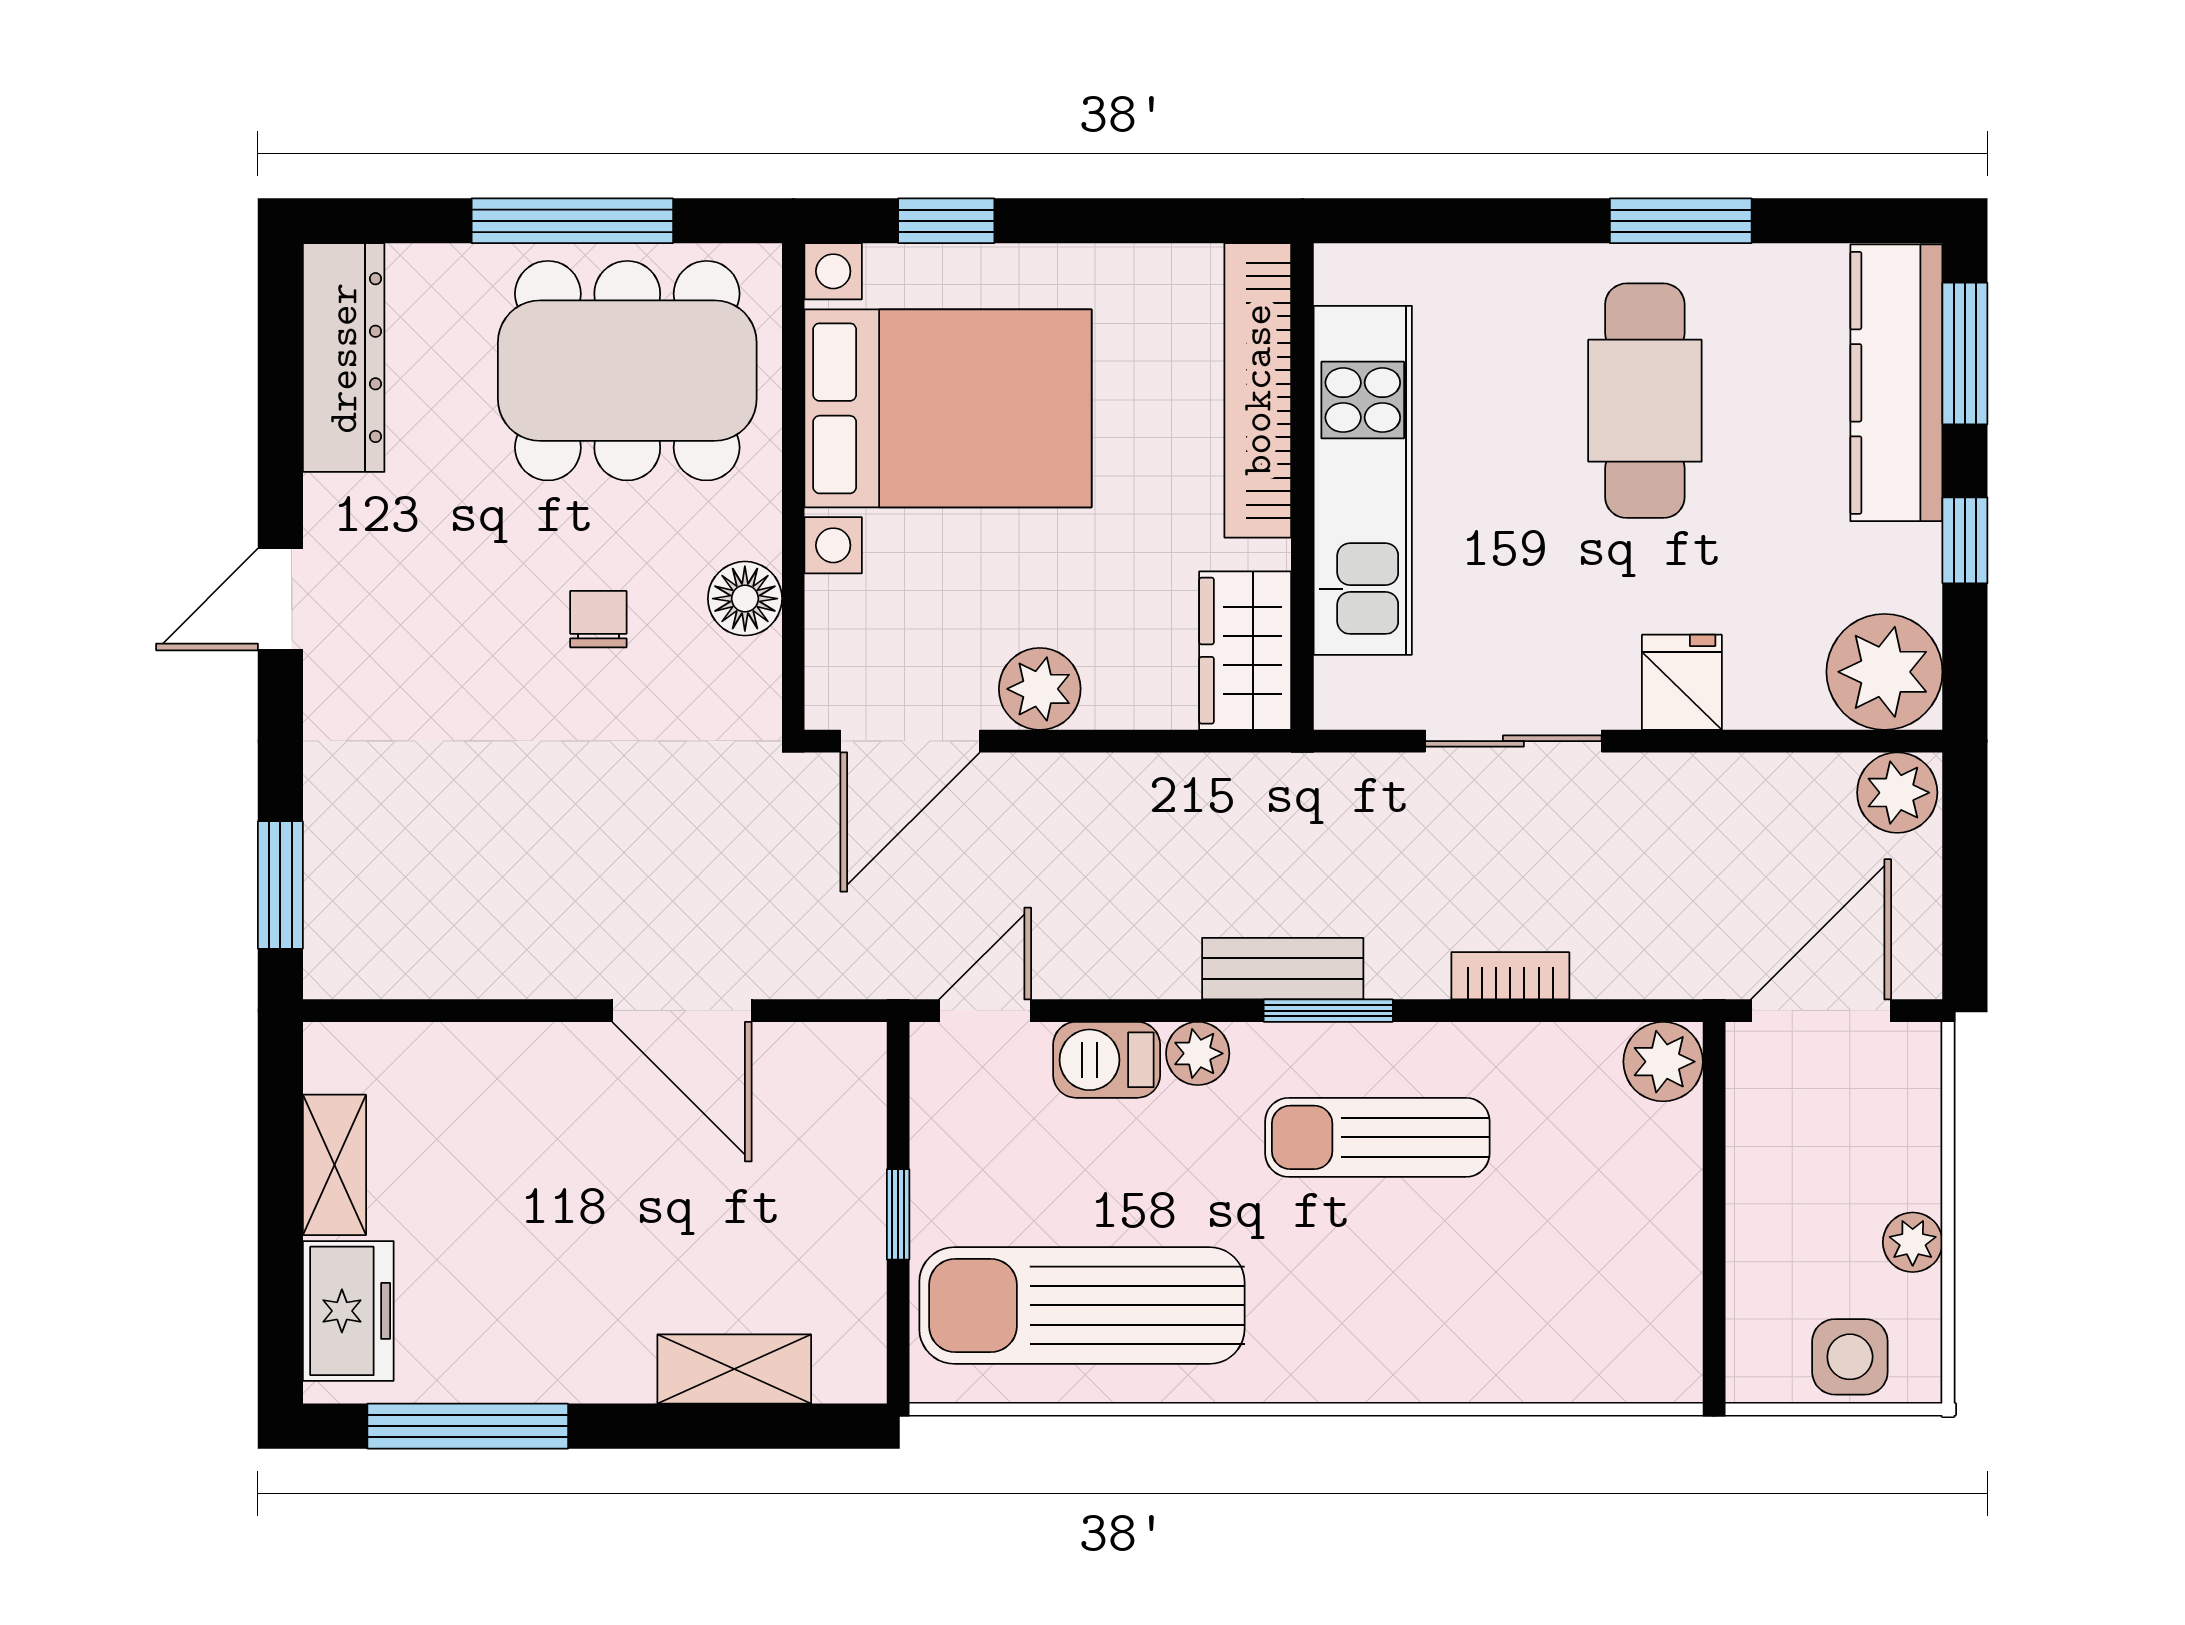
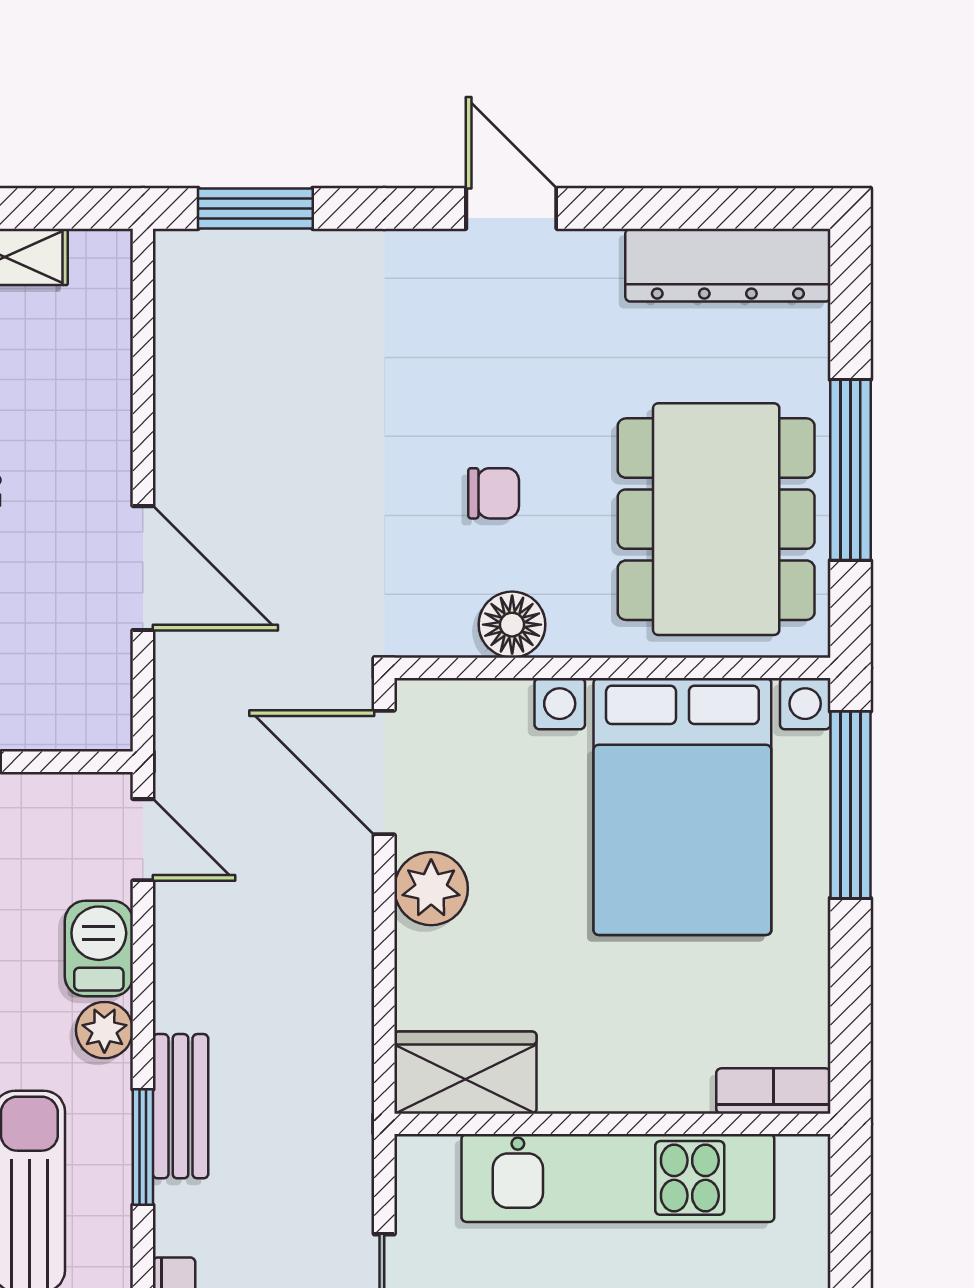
window: (946, 221) -> (850, 805), width x2.17
bookcase: (1258, 390) -> (773, 1091), width x0.43, depth x0.76
door: (682, 1011) -> (143, 568), swing flipped

